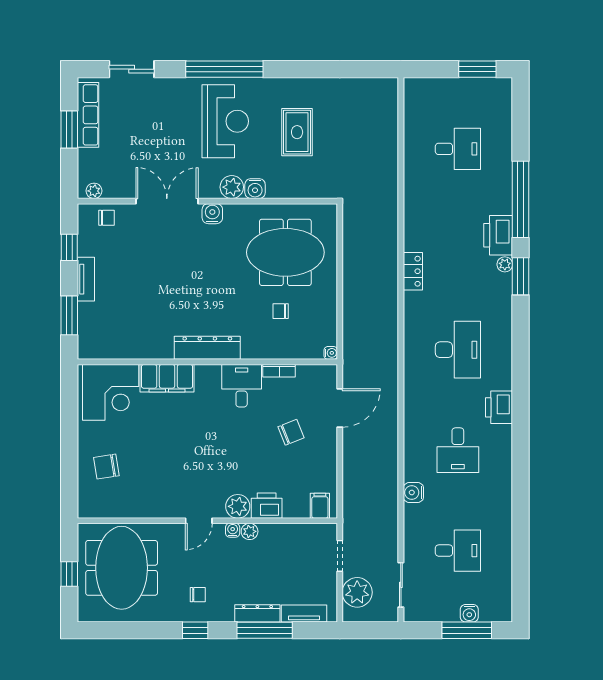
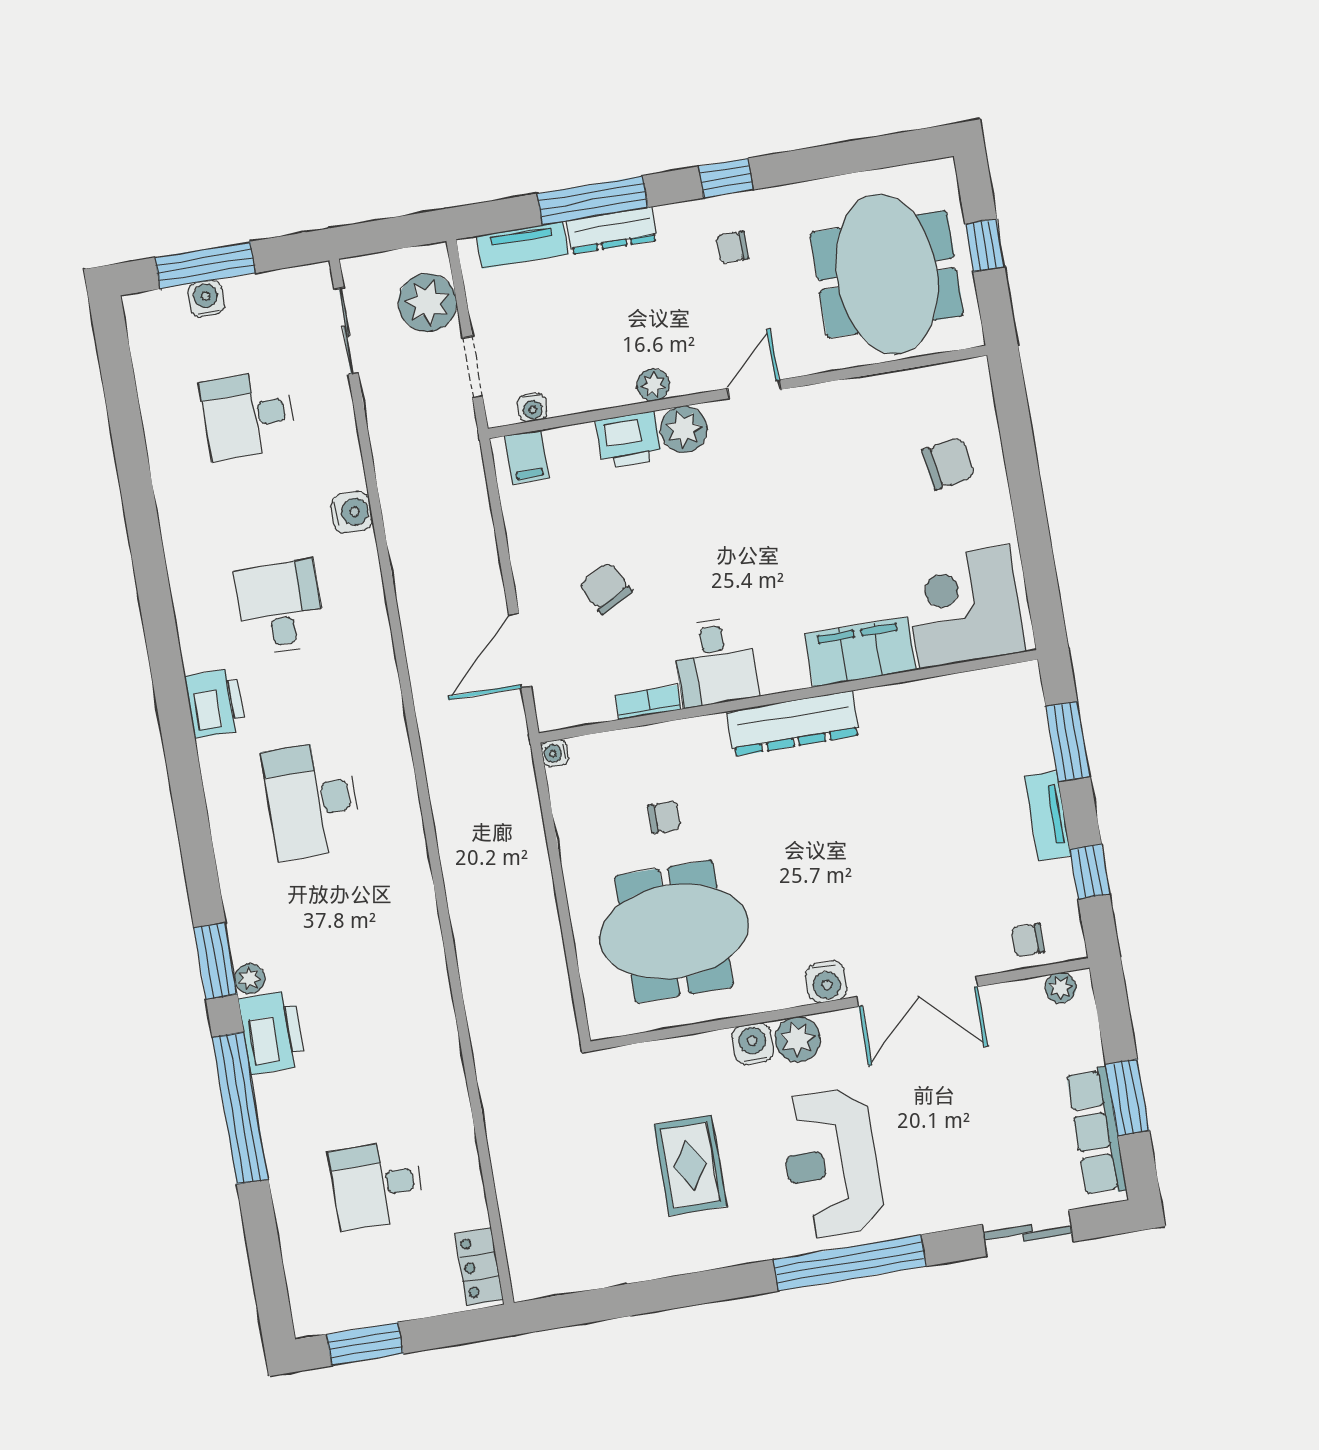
locker: (413, 271) -> (479, 1267), moved
chair: (291, 432) -> (606, 588), turned 84
water cooler: (233, 530) -> (532, 408), moved

